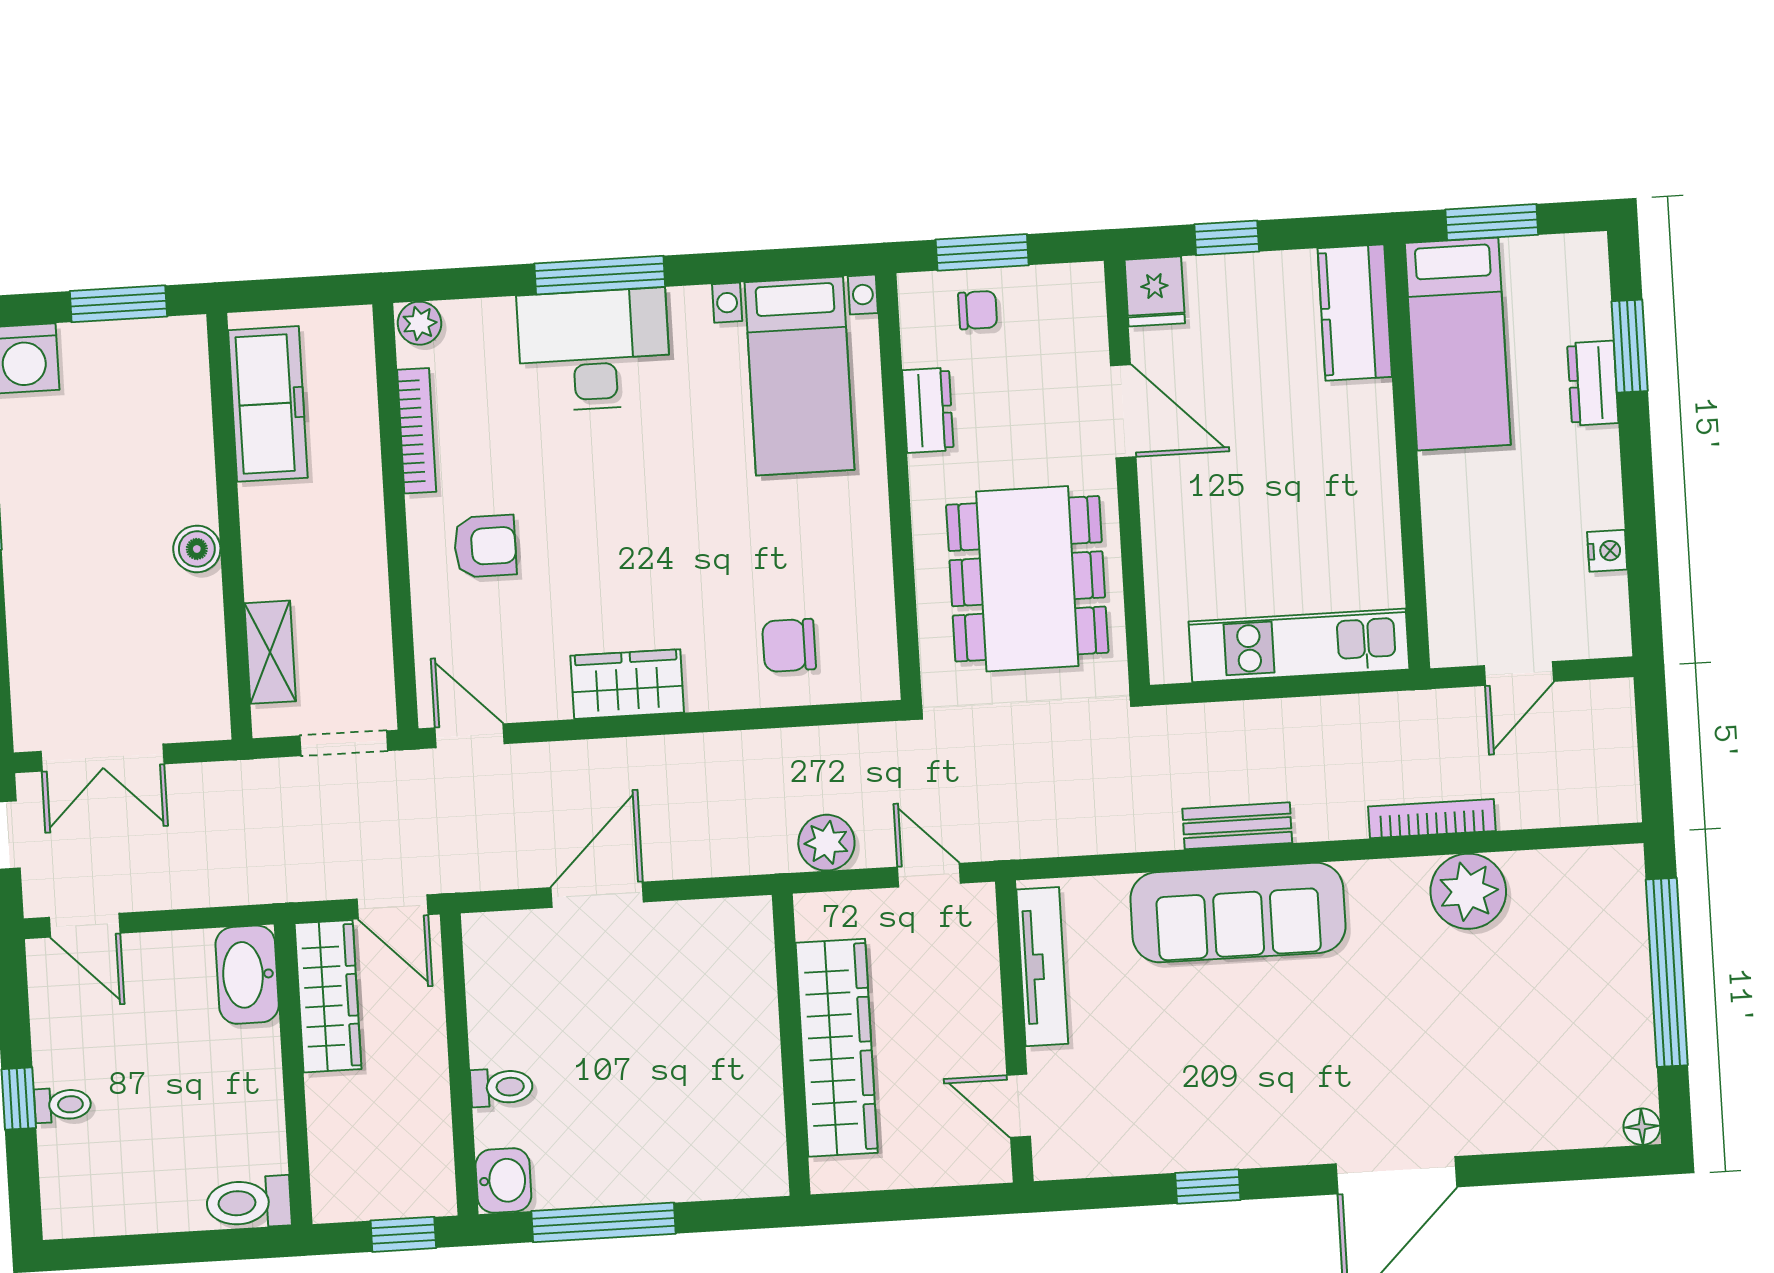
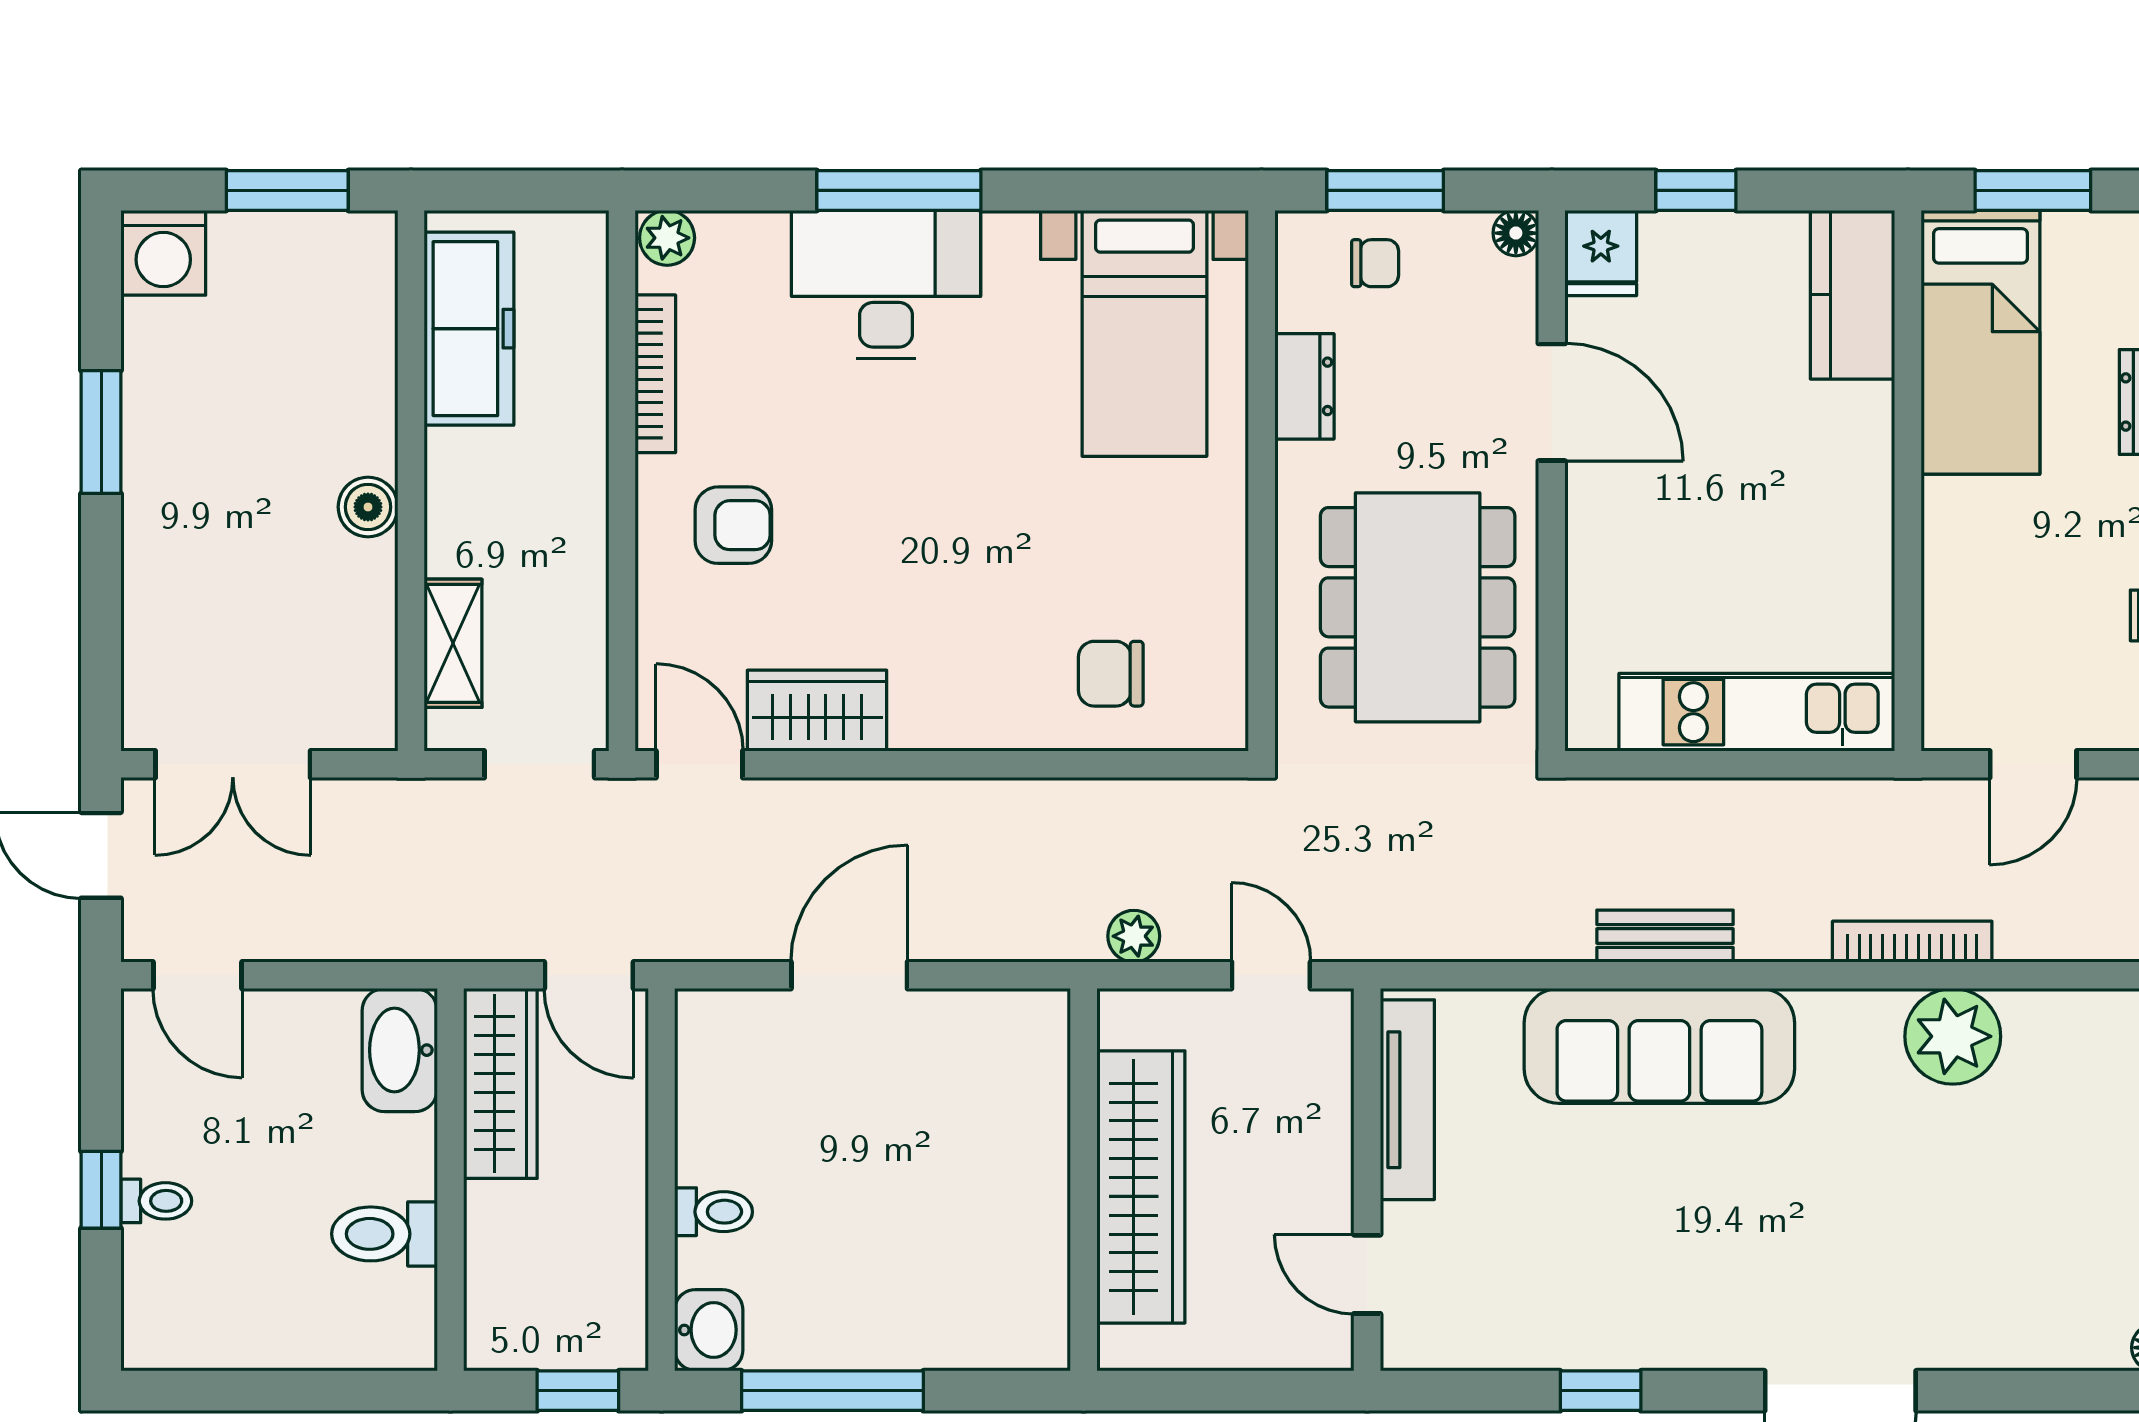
floor lamp: (1087, 280) -> (1516, 233), added
wardrobe: (627, 684) -> (817, 711), moved
plant: (826, 843) -> (1134, 936), width x0.73, depth x0.73
toilet: (249, 1202) -> (384, 1234), moved

